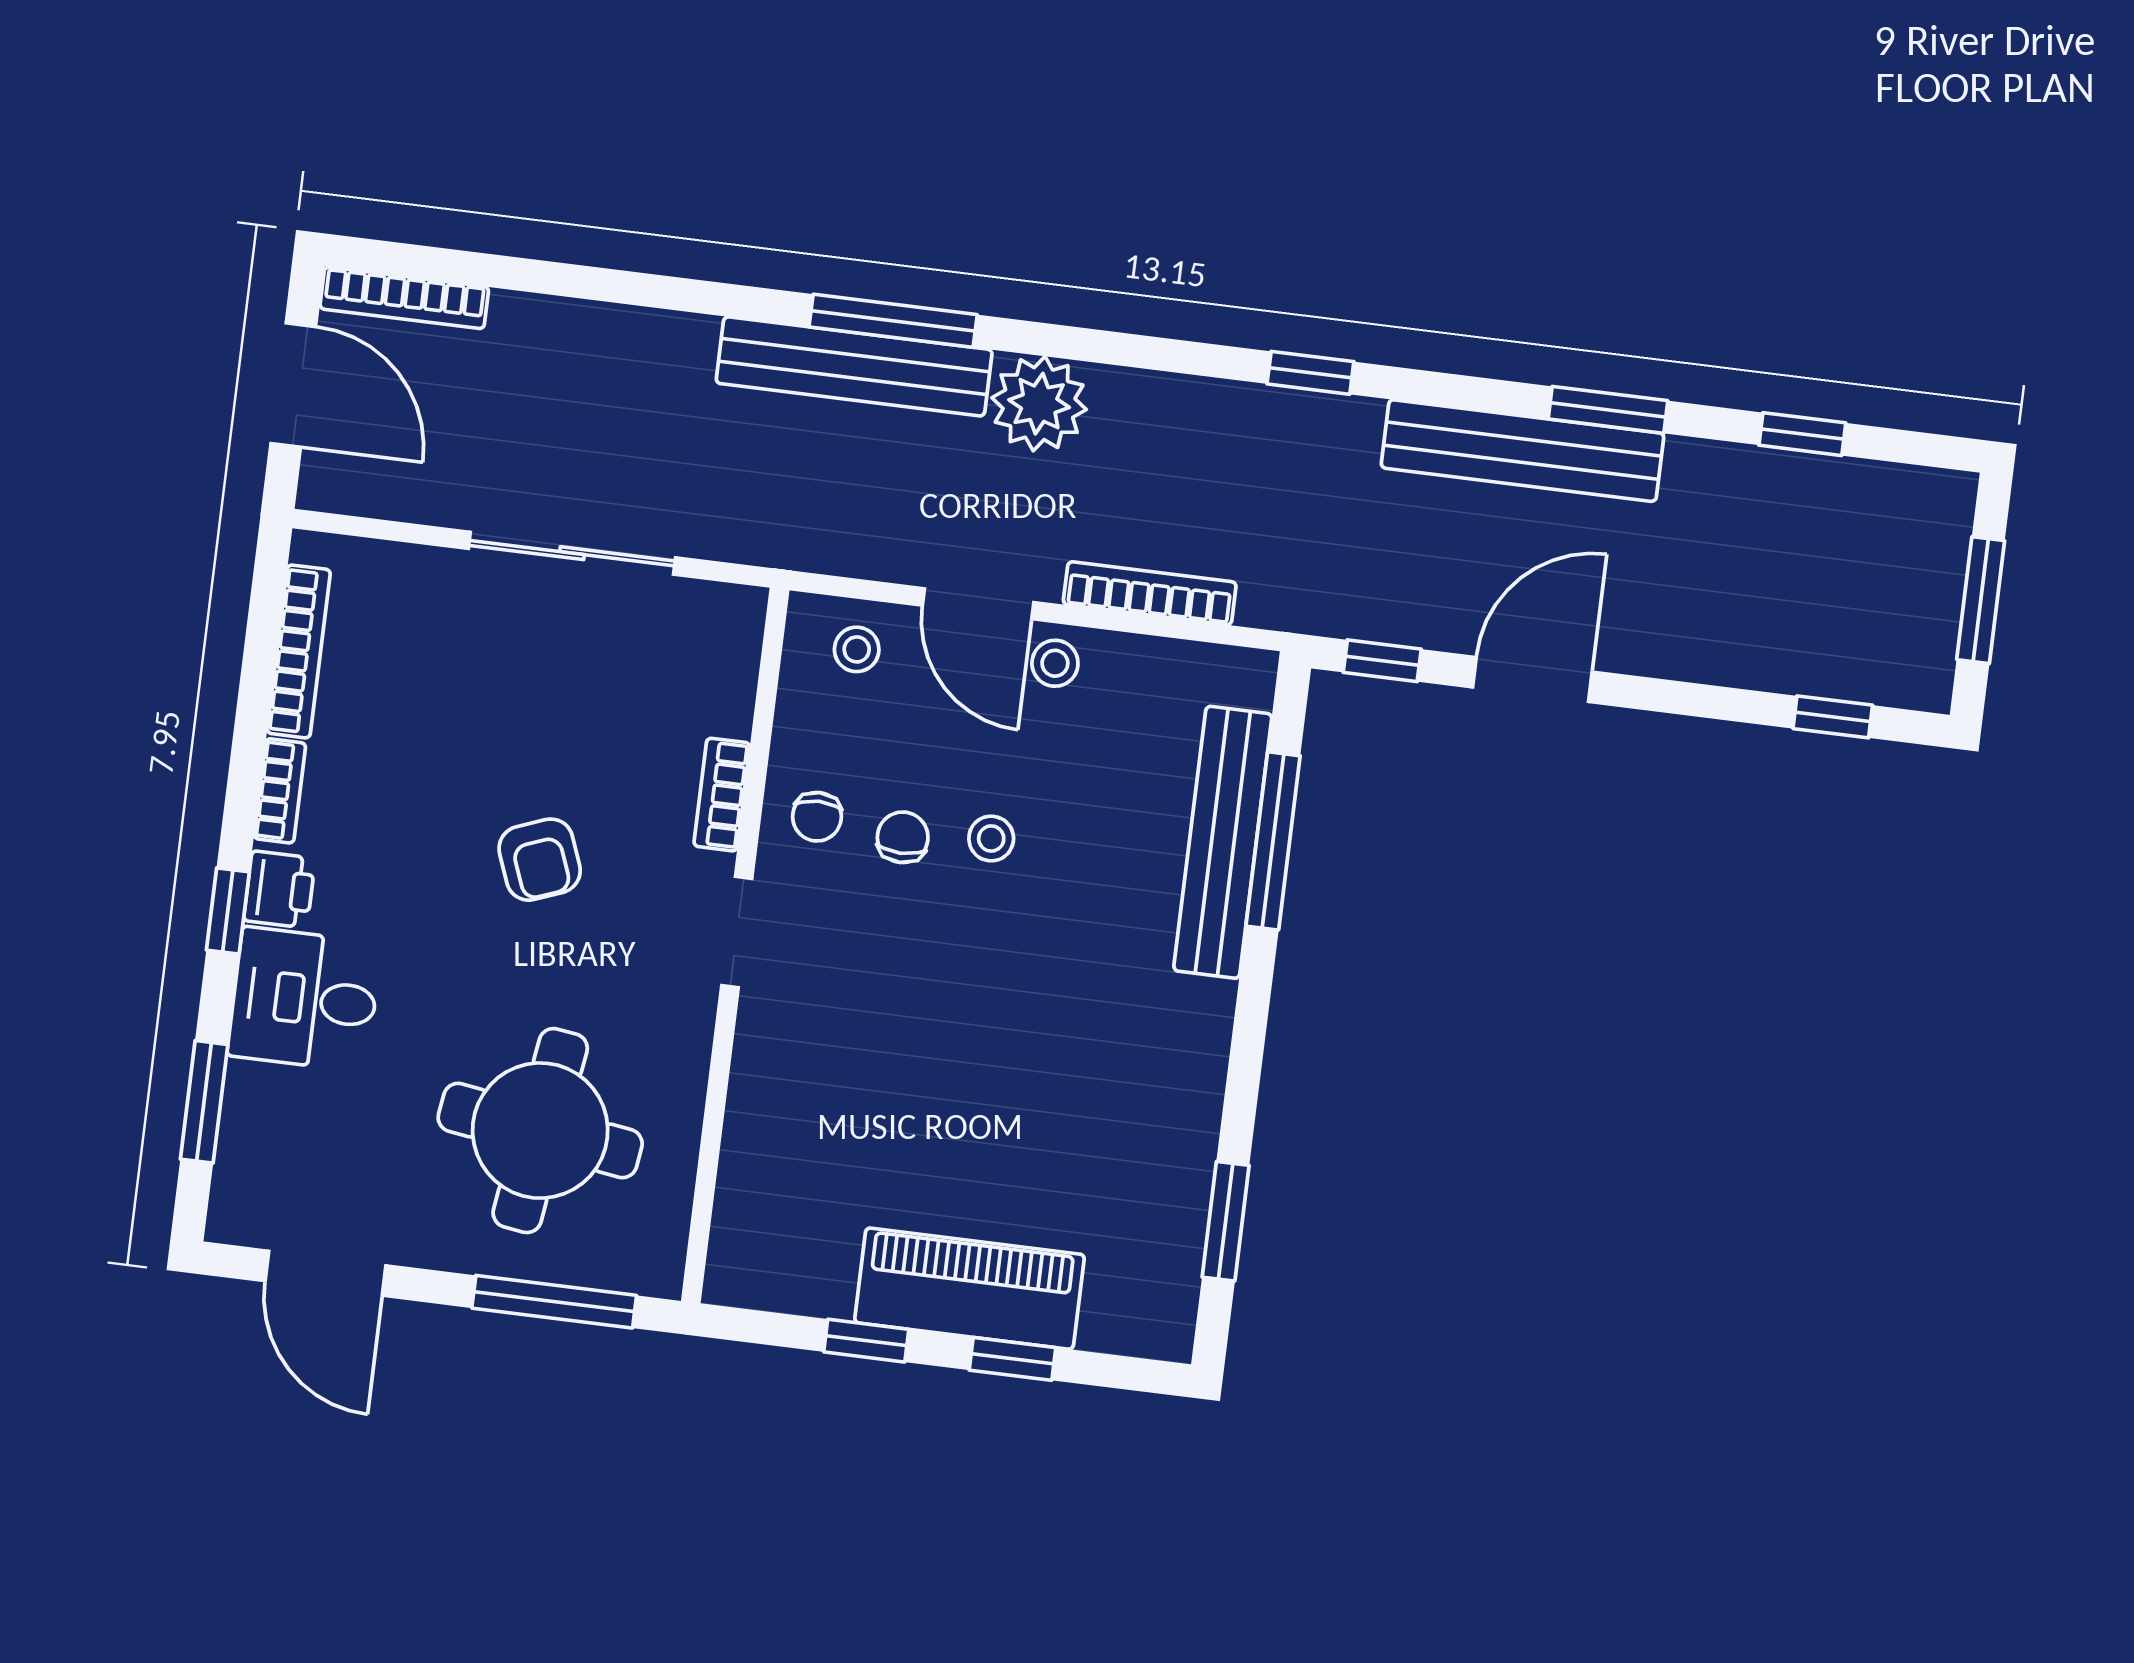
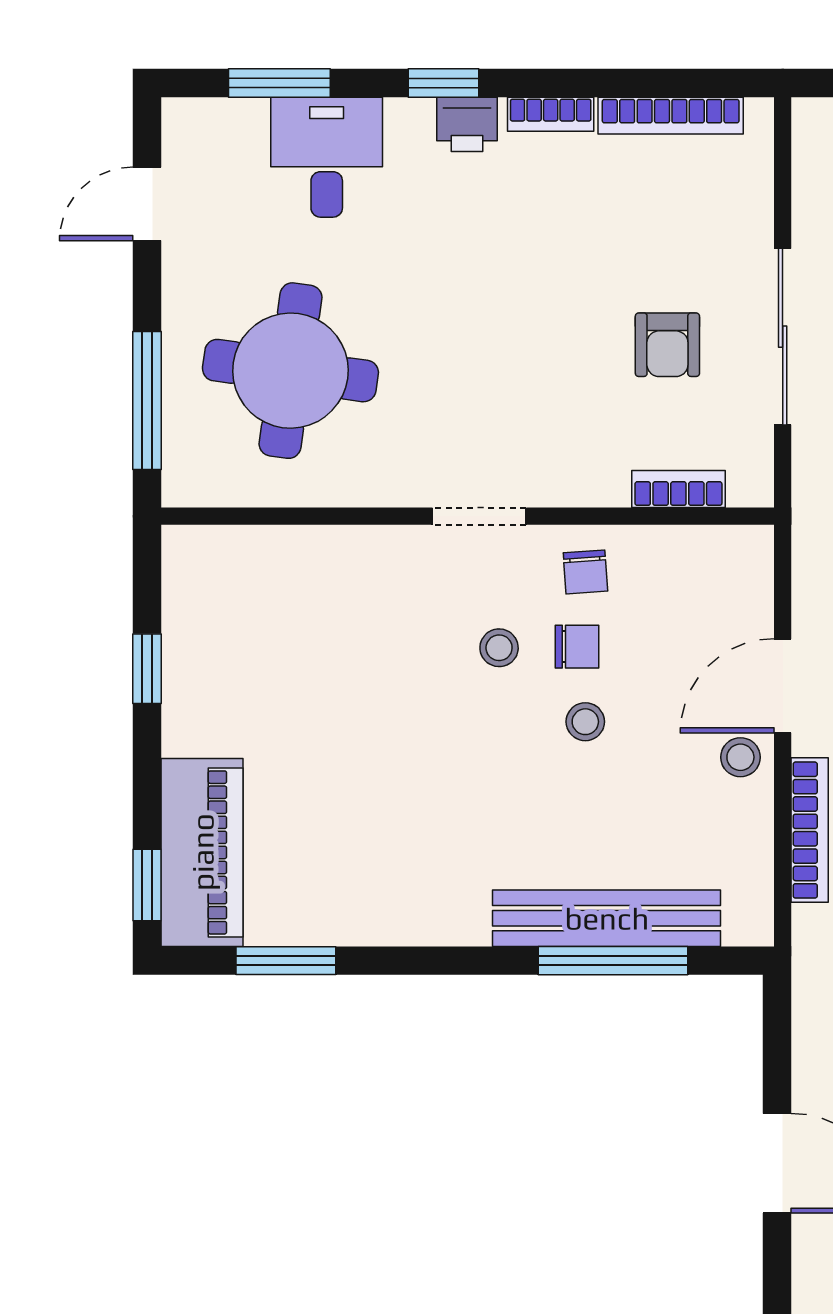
stool: (857, 649) -> (499, 648), moved
window: (1382, 661) -> (777, 1034), removed
bookcase: (722, 795) -> (678, 489), moved
chair: (817, 817) -> (585, 572), turned -94
armchair: (540, 860) -> (667, 345), moved, turned -69
desk: (304, 999) -> (327, 157), moved
door: (326, 1273) -> (147, 204), width x0.73
piano: (969, 1289) -> (202, 852), moved
window: (1012, 1359) -> (147, 885), moved

